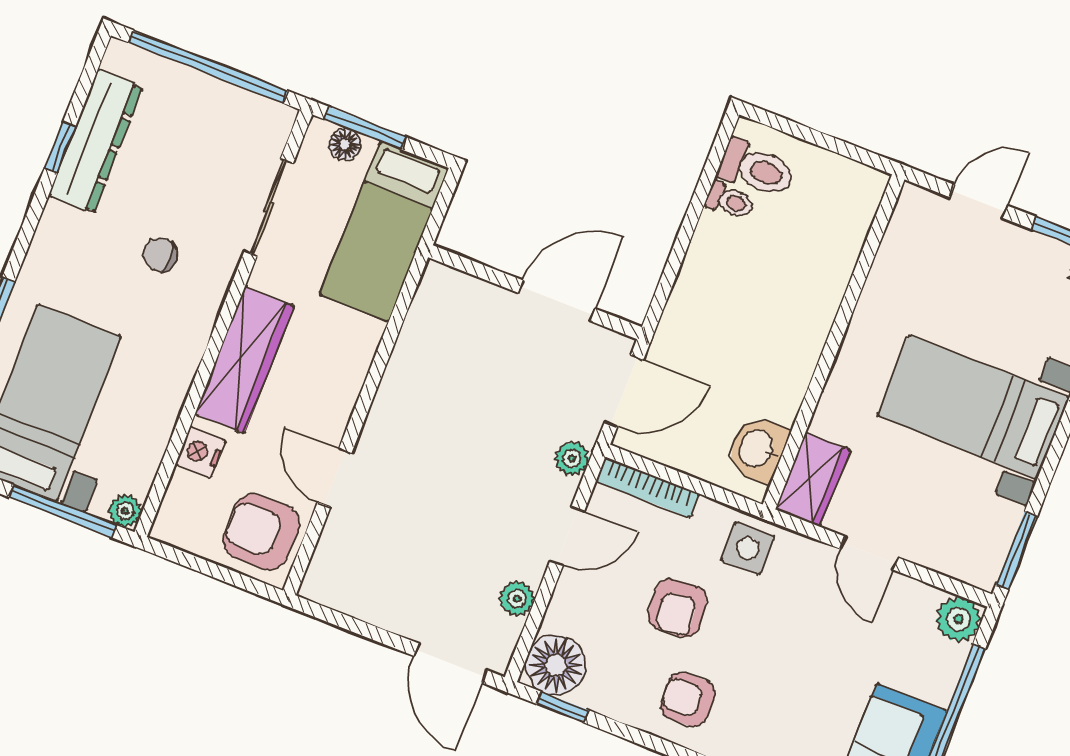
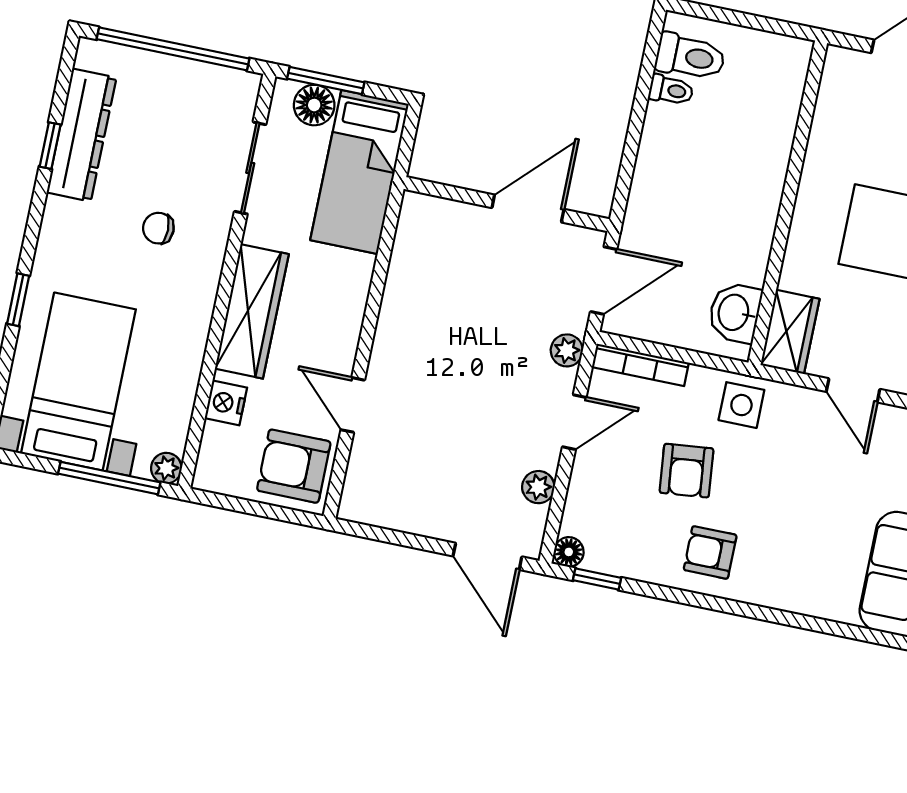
floor lamp: (345, 144) -> (314, 105), width x1.37, depth x1.37
floor lamp: (556, 665) -> (569, 552), width x0.53, depth x0.53

